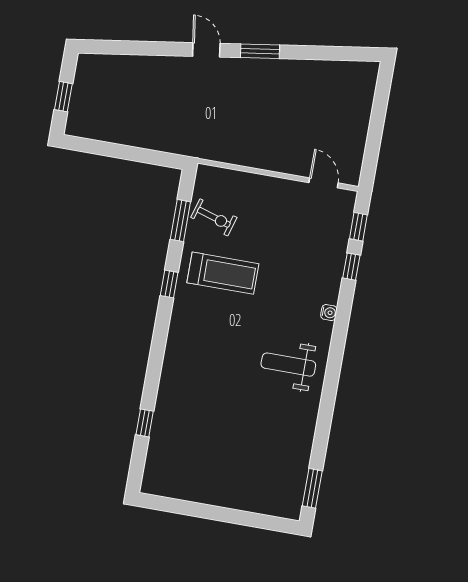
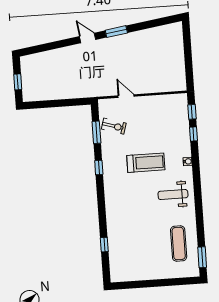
door: (323, 183) -> (126, 96), moved
treadmill: (223, 273) -> (146, 163), moved
exercise mat: (277, 454) -> (179, 244), added

